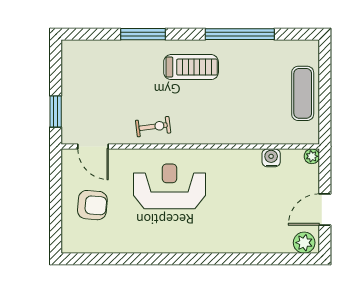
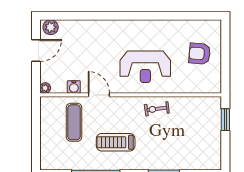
treadmill: (191, 67) -> (116, 142), moved
exercise mat: (303, 93) -> (74, 122), moved
door: (93, 147) -> (99, 95), moved

